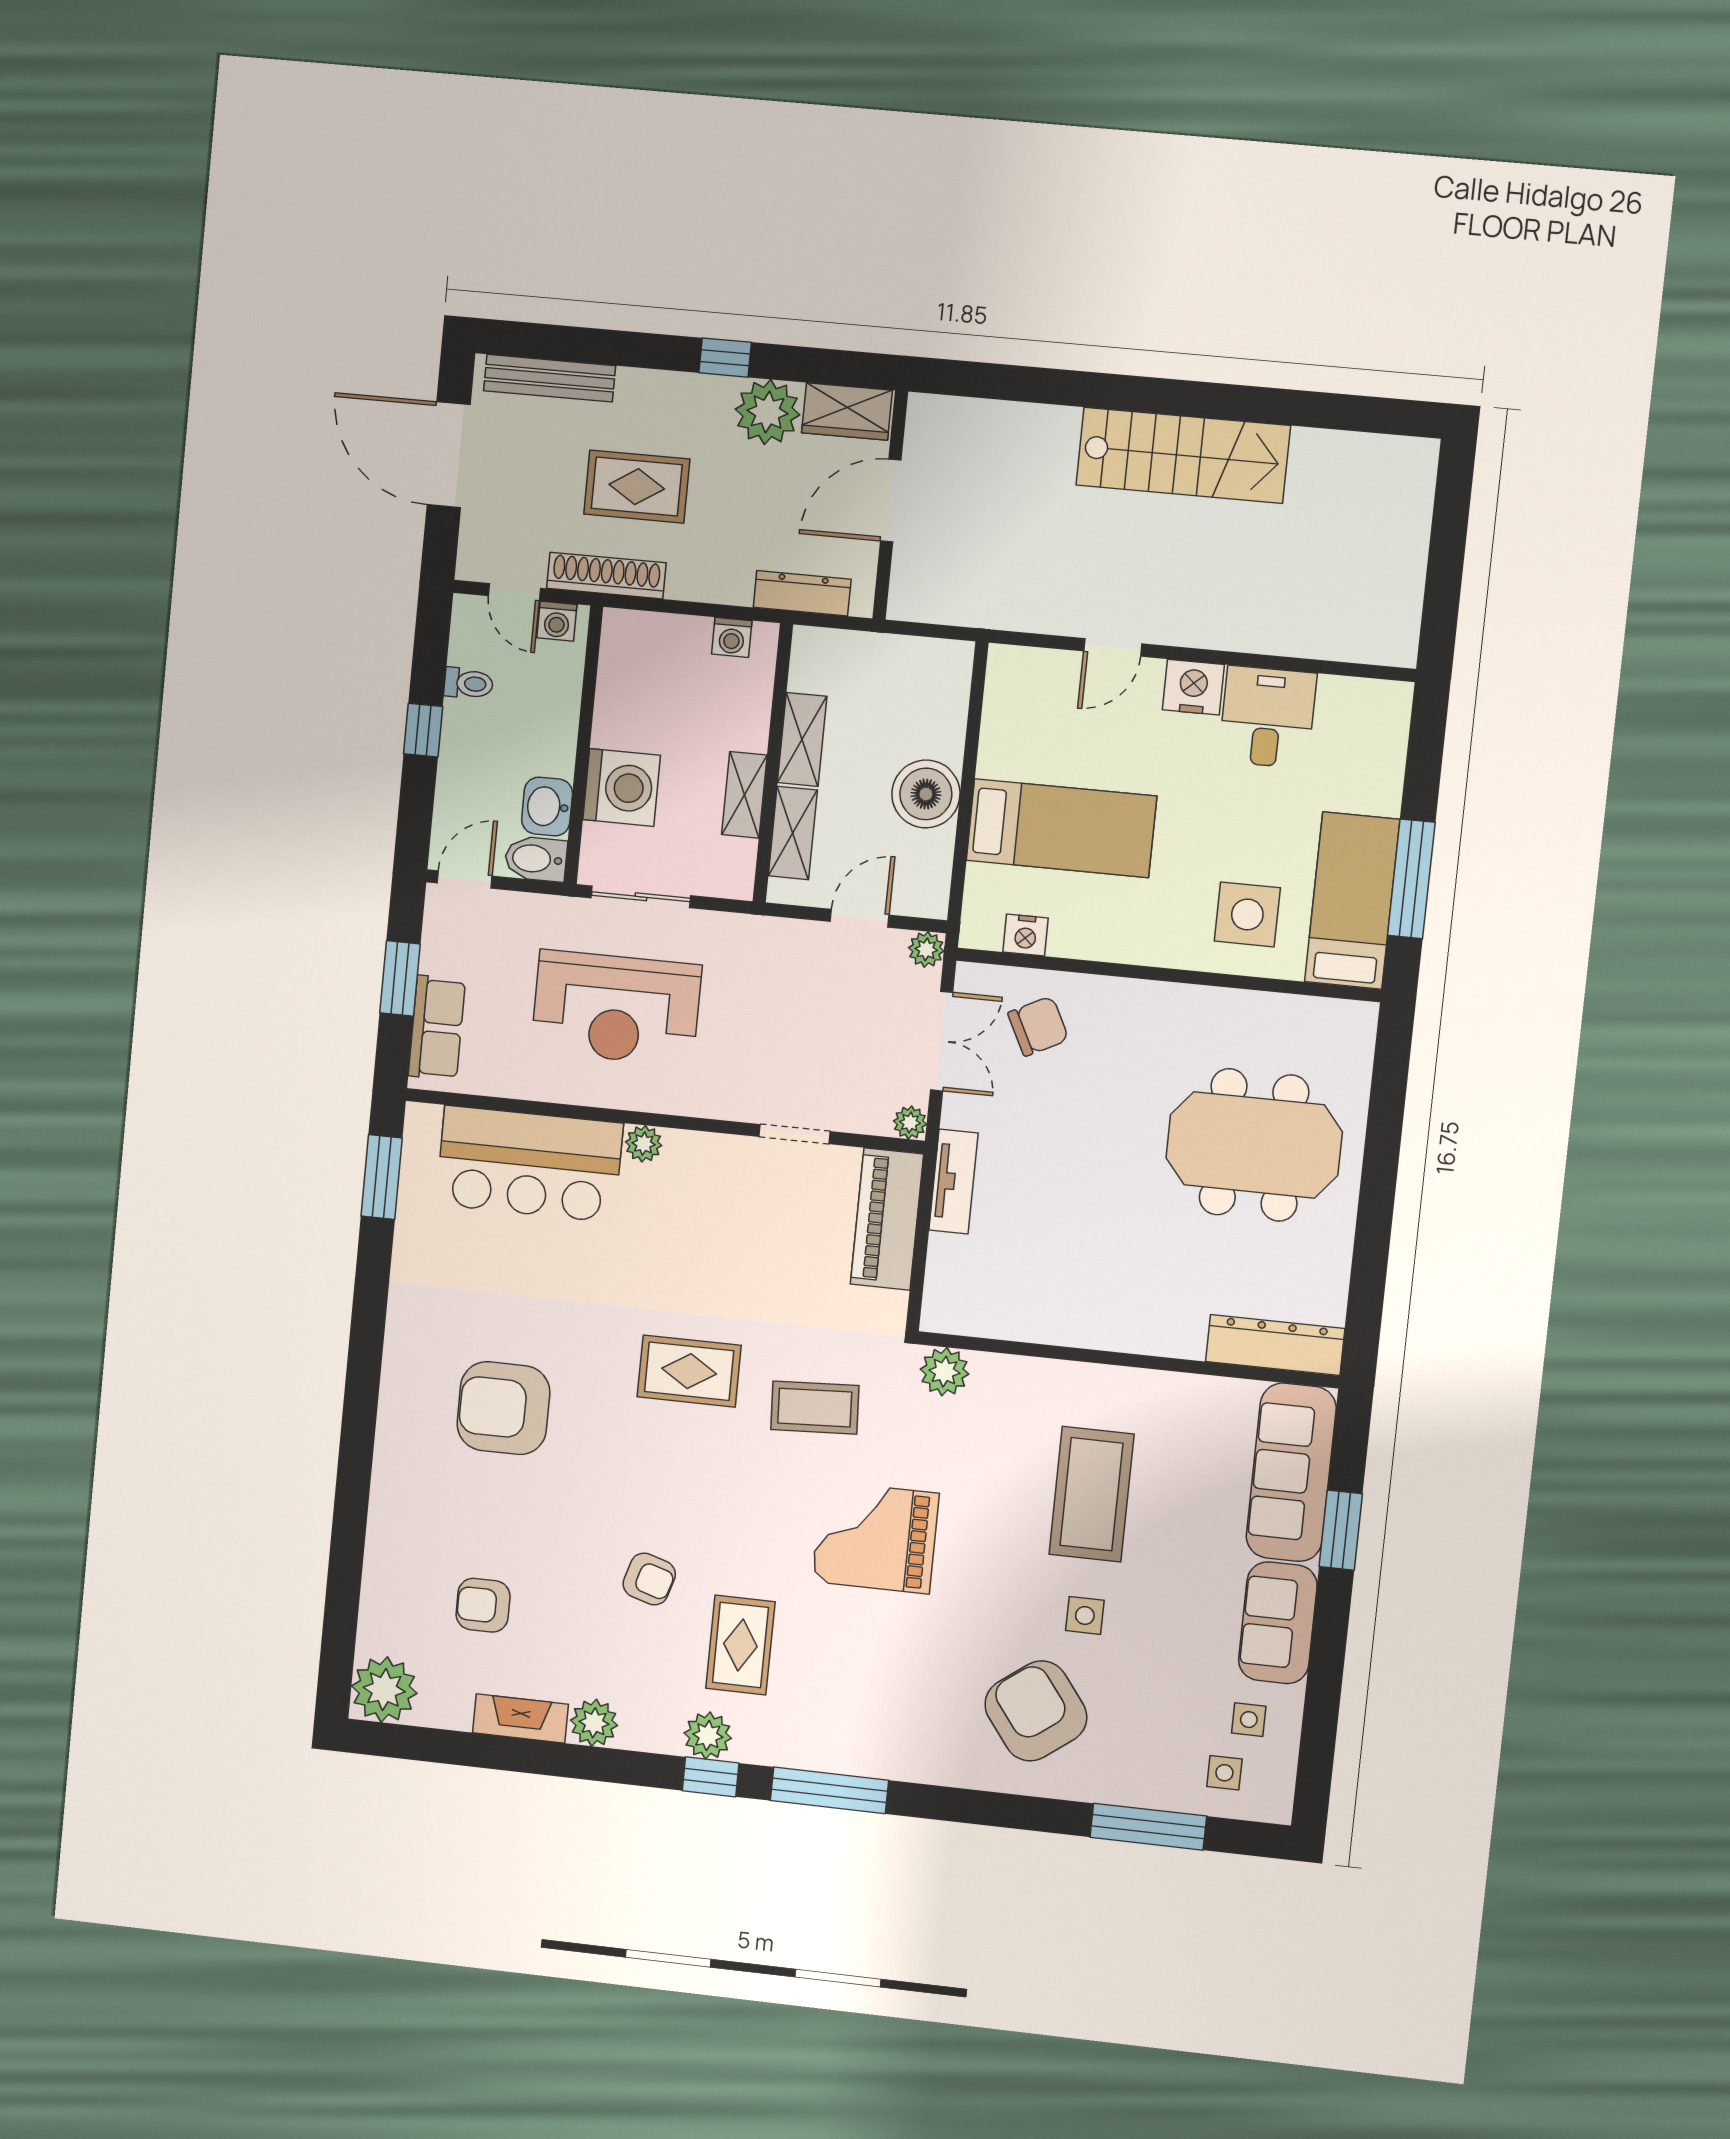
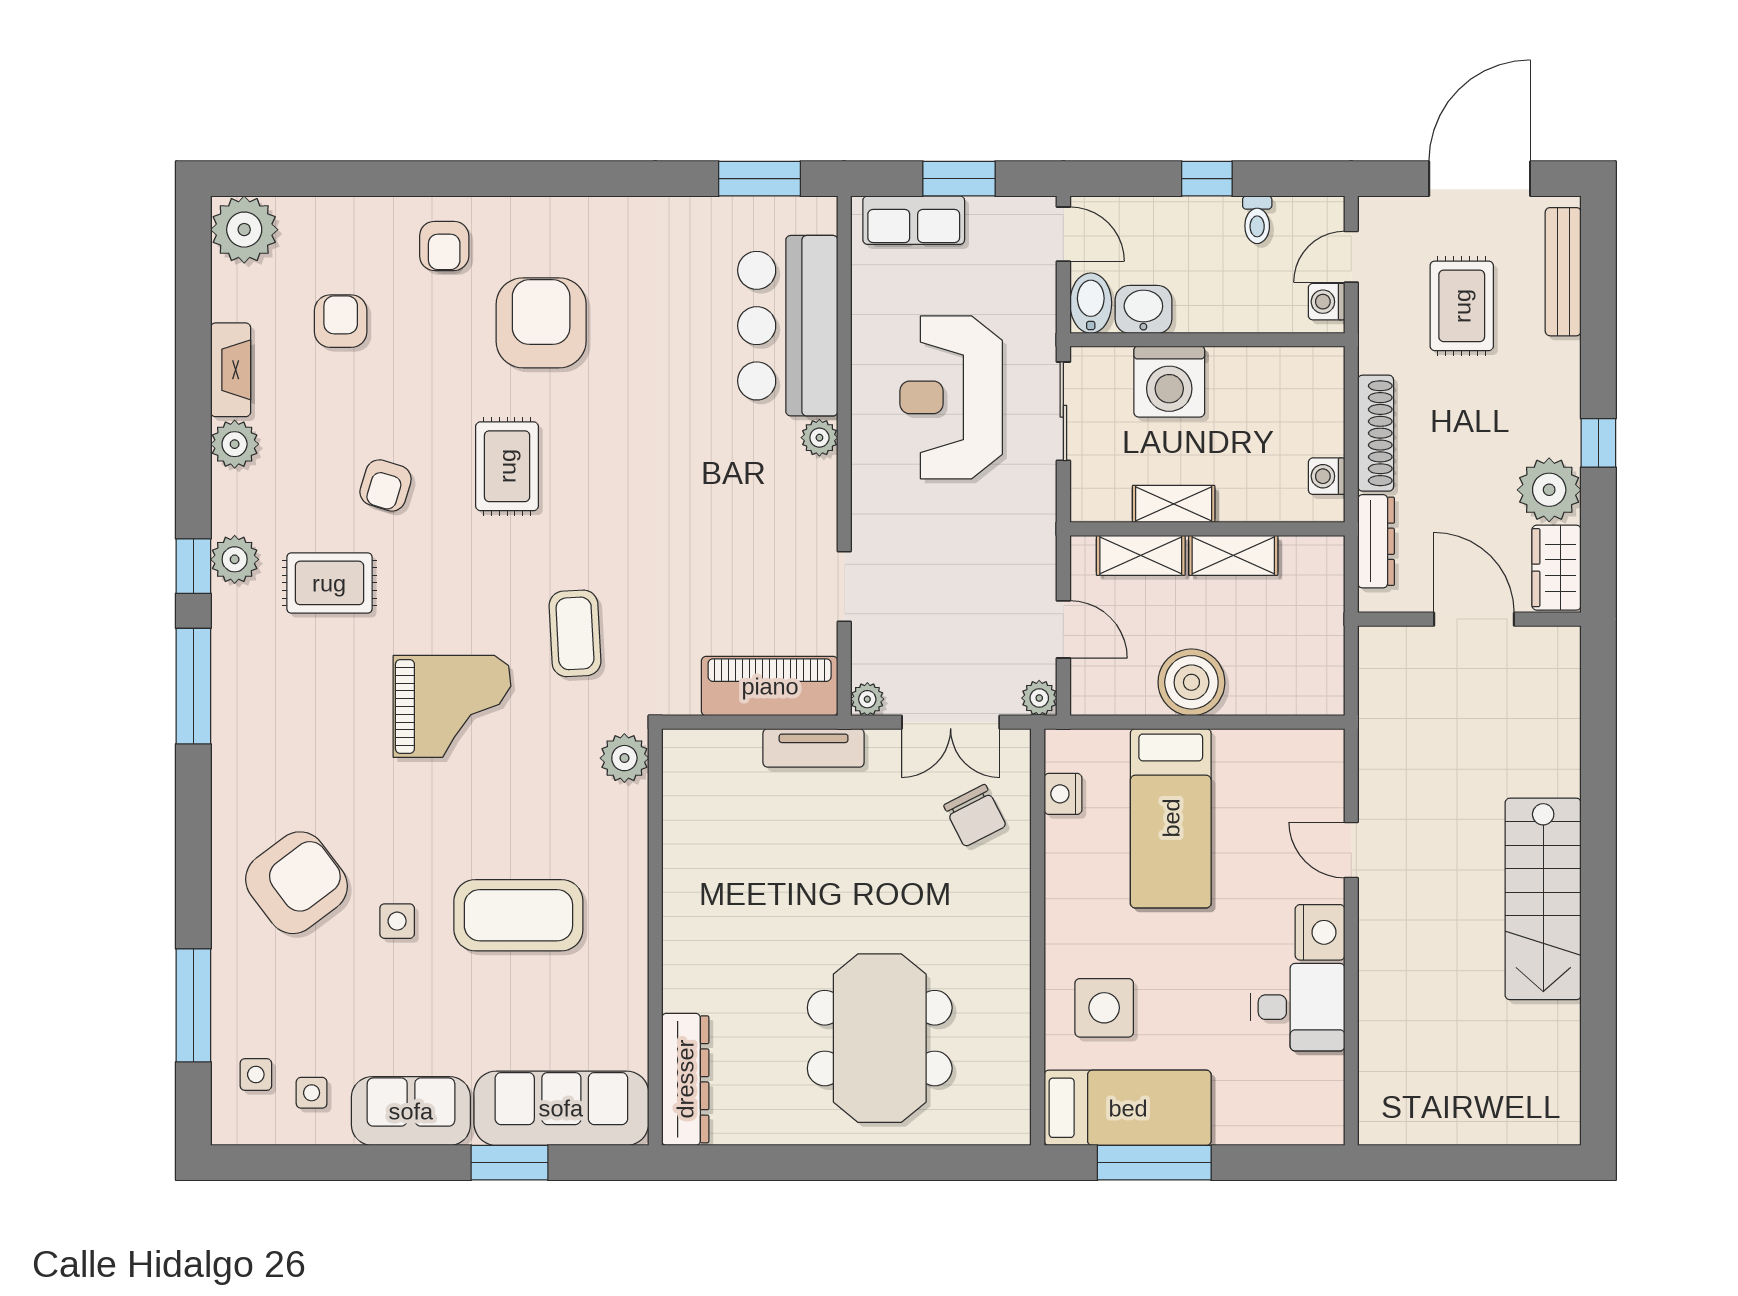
rug: (637, 487) -> (1462, 306), moved
shoe rack: (606, 576) -> (1376, 433), moved
rug: (689, 1371) -> (507, 466), moved
armchair: (419, 1495) -> (444, 246), added
grand piano: (875, 1537) -> (452, 706), turned 90

